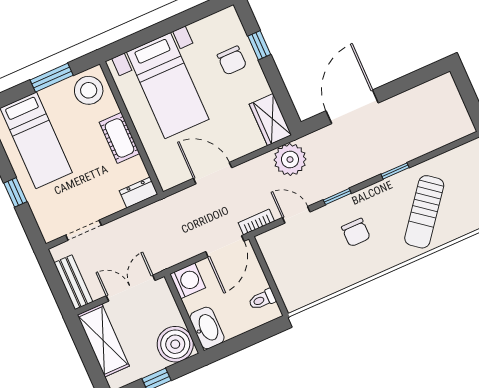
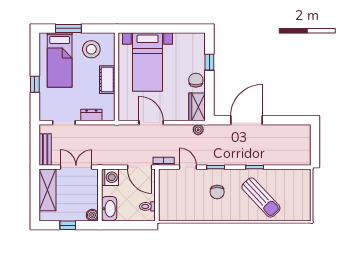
chair: (232, 60) -> (196, 80), moved, turned 180
window: (52, 78) -> (68, 28), moved
stool: (89, 90) -> (91, 49), moved
plant: (290, 160) -> (198, 130), width x0.53, depth x0.53
dresser: (139, 192) -> (91, 115), moved
sun lounger: (424, 212) -> (261, 197), turned -81
door: (225, 246) -> (140, 167), hinge flipped
boiler: (175, 344) -> (92, 215), width x0.54, depth x0.54

